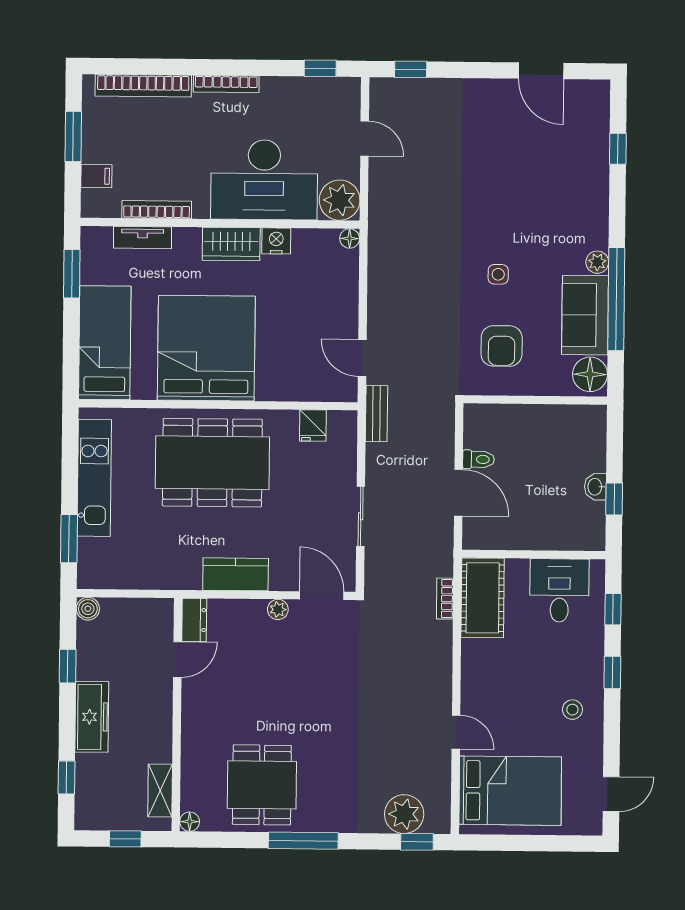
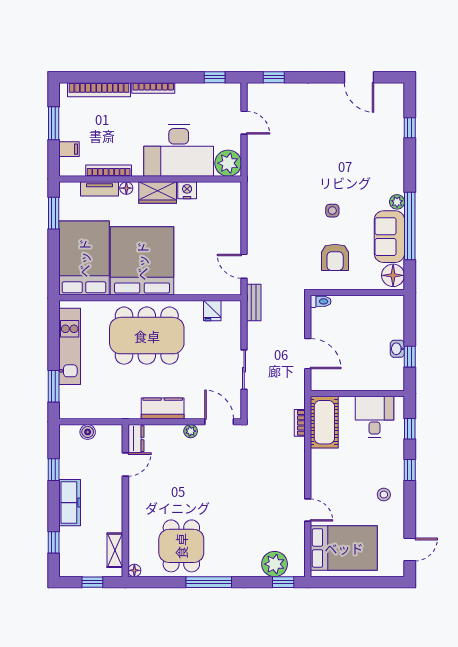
floor lamp: (350, 238) -> (126, 188), moved
bed: (105, 343) -> (84, 258), width x1.50
toilet: (478, 459) -> (321, 301), moved
boiler: (88, 609) -> (88, 432), moved

